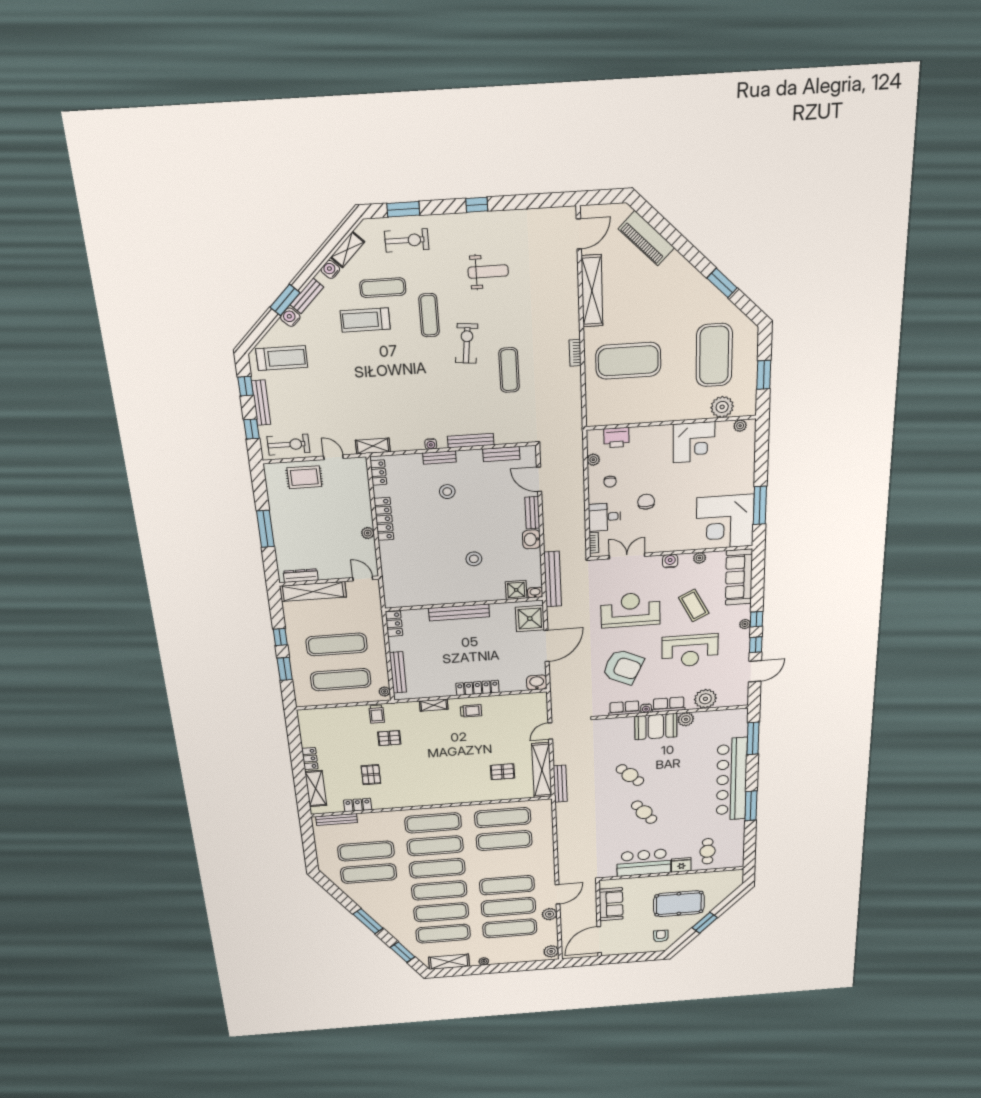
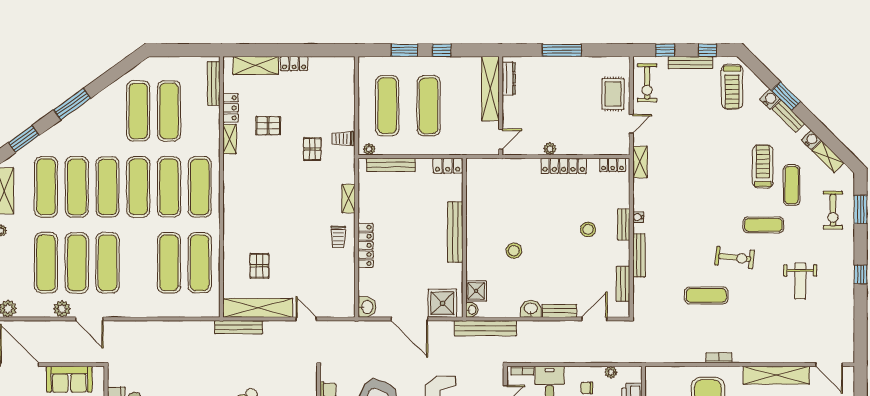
shelving: (387, 804) -> (230, 139), added

